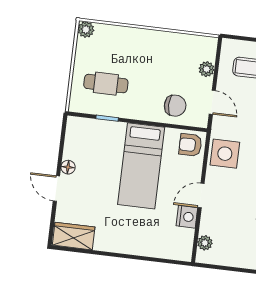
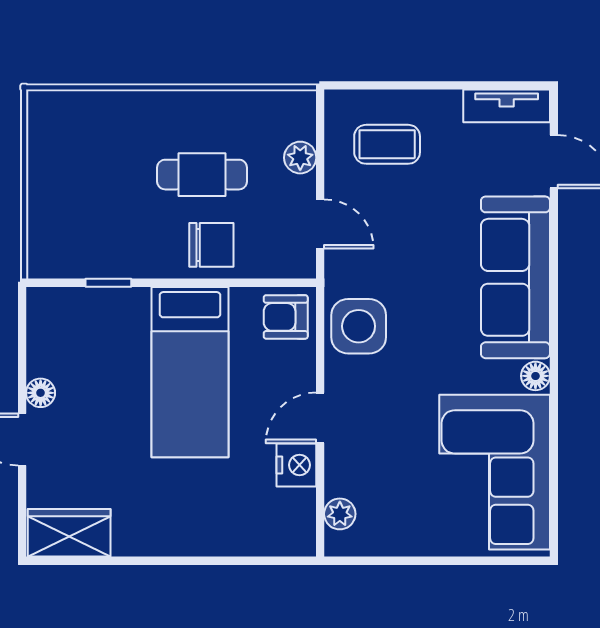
plant: (86, 30) -> (43, 106), removed
cafe table: (106, 84) -> (202, 175), moved
chair: (175, 106) -> (211, 245), moved

